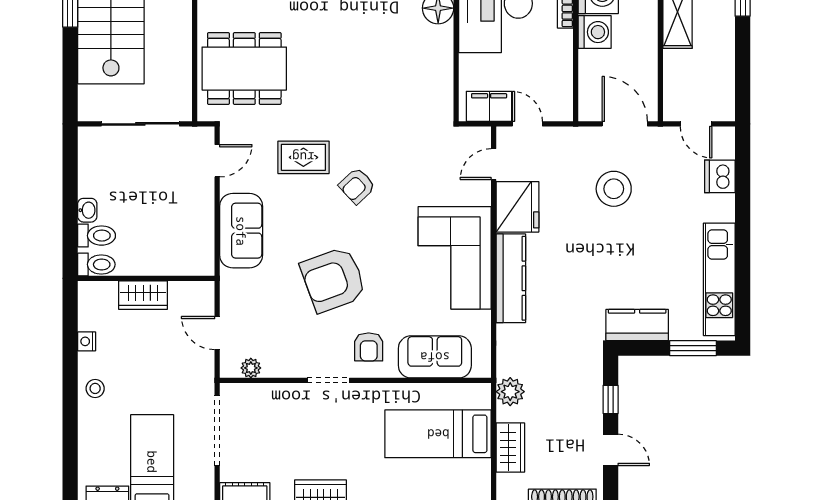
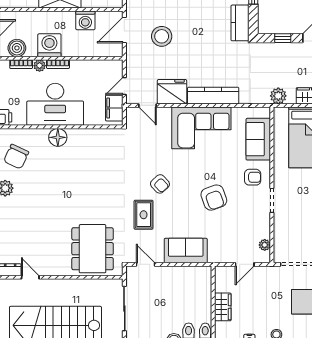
washing machine: (595, 32) -> (85, 20), moved, turned 180
armchair: (333, 280) -> (214, 198), width x0.73, depth x0.73

